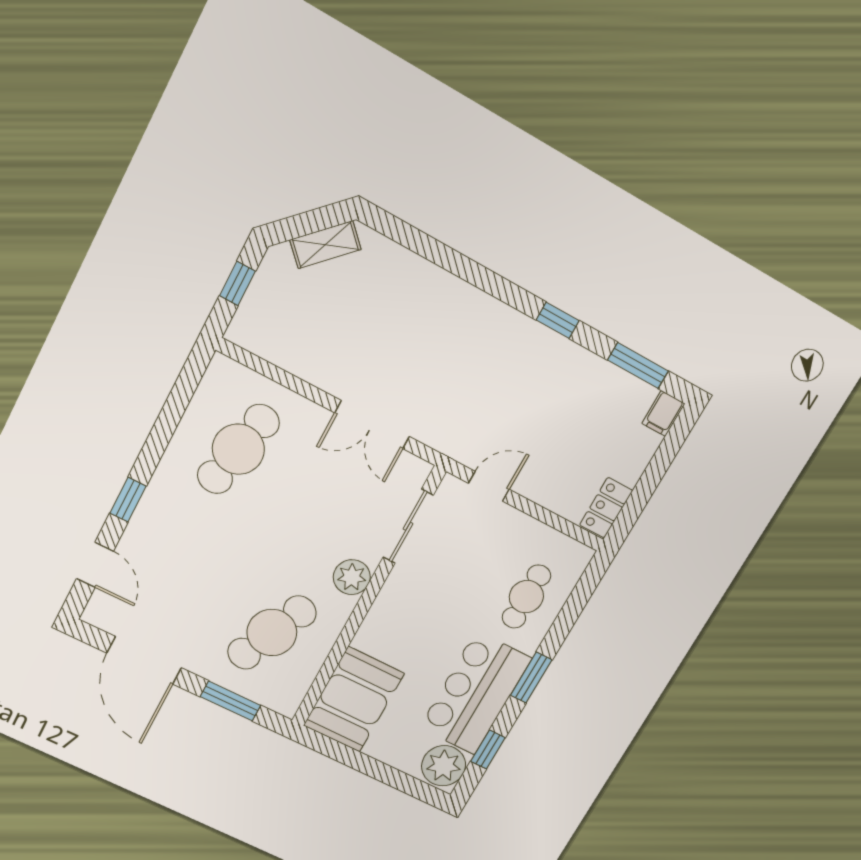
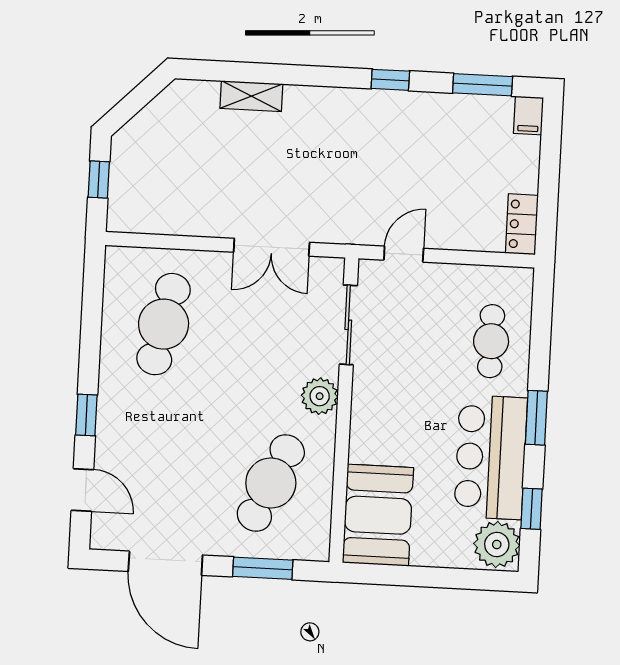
shelving: (325, 245) -> (251, 96), moved, turned 45

